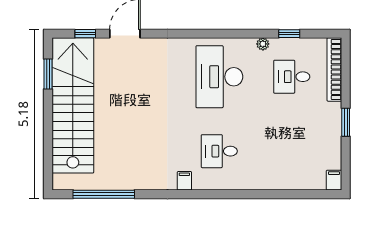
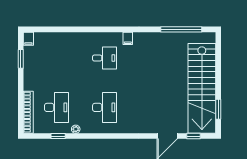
desk: (219, 77) -> (105, 107), width x0.73, depth x0.77
desk: (292, 77) -> (57, 107), width x1.37
window: (346, 122) -> (21, 59), moved

